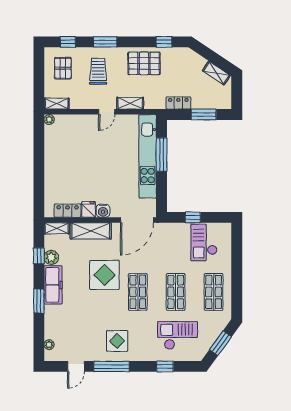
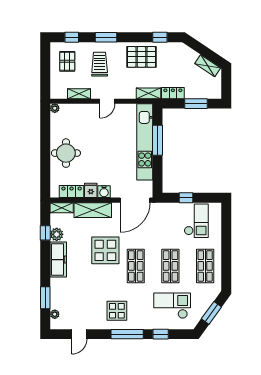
shelving: (130, 103) -> (149, 93), moved
shelving: (57, 104) -> (79, 94), moved
round table: (61, 169) -> (66, 153), added
checkout: (204, 243) -> (196, 221), turned 180
window: (39, 301) -> (45, 298), moved
window: (111, 366) -> (127, 334), moved

